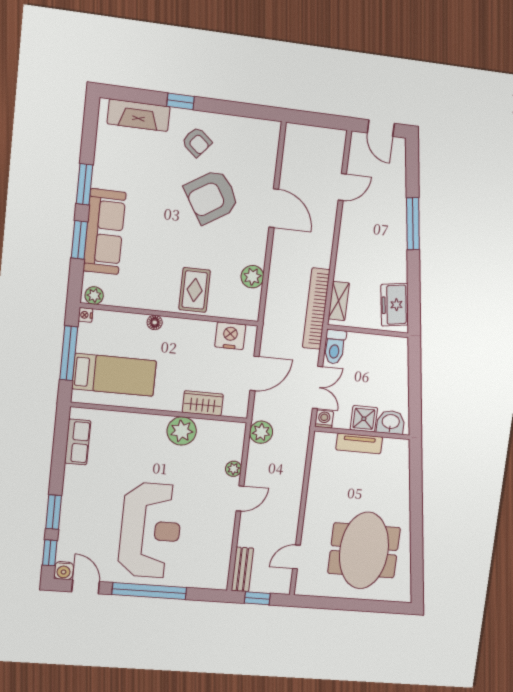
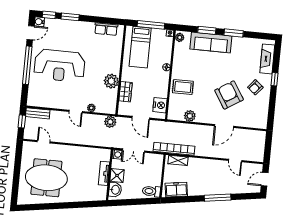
toilet: (335, 347) -> (151, 191), moved

